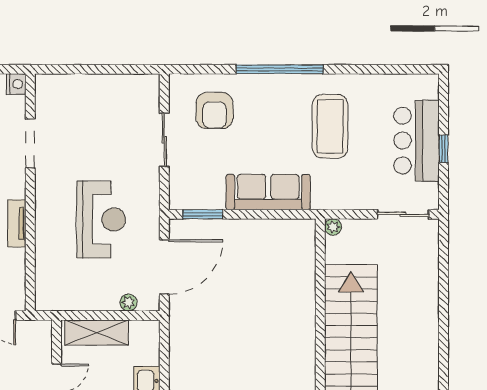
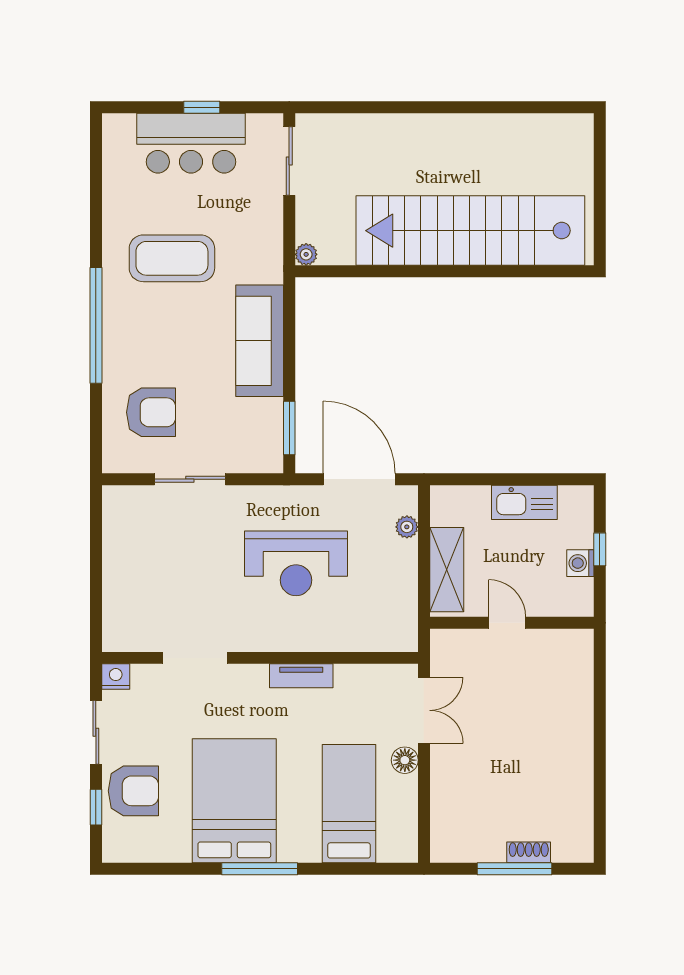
reception desk: (101, 219) -> (296, 563), turned 180

